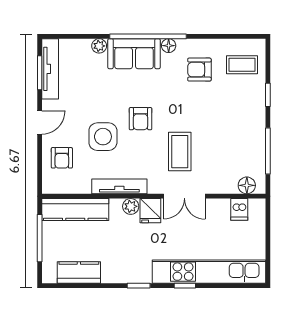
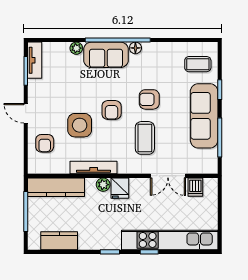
tv unit: (50, 69) -> (35, 60), width x0.71
armchair: (199, 70) -> (149, 99), moved
door: (40, 122) -> (26, 113), swing flipped
sofa: (249, 126) -> (204, 116), added
floor lamp: (247, 185) -> (202, 167), removed
double door: (184, 196) -> (168, 176), moved

